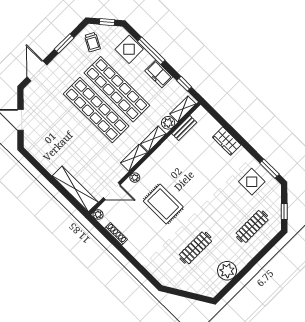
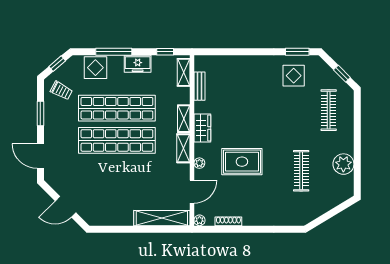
plant: (168, 123) -> (183, 95), removed
wardrobe: (227, 141) -> (202, 128), moved, turned -90

